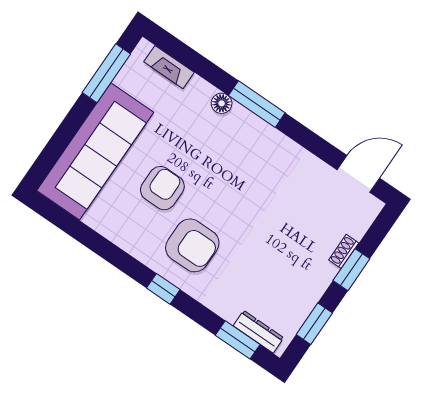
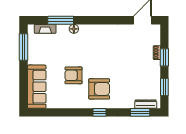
window: (257, 104) -> (61, 20), moved
sofa: (95, 151) -> (37, 87), width x0.74, depth x0.79
armchair: (162, 188) -> (74, 75), turned -90

